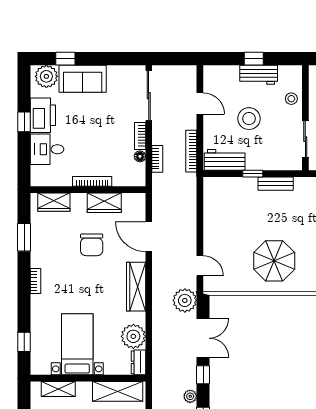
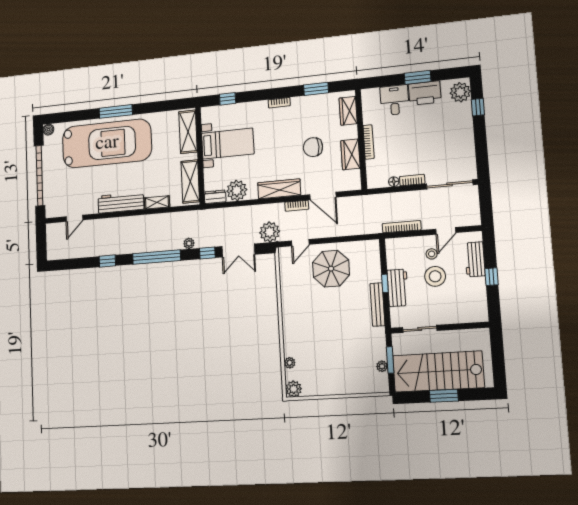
workbench: (259, 75) -> (475, 259), moved
sofa: (83, 79) -> (461, 124), removed
stool: (291, 99) -> (432, 254), moved
window: (24, 122) -> (418, 77), width x1.50
bookcase: (157, 159) -> (297, 206), moved
workbench: (225, 160) -> (398, 288), moved
bench: (276, 184) -> (377, 305), width x1.36
door: (149, 237) -> (323, 196), swing flipped
parasol: (274, 261) -> (331, 269), moved
shelving: (58, 389) -> (188, 132), width x1.50, depth x1.33

